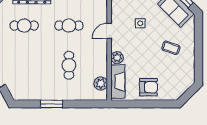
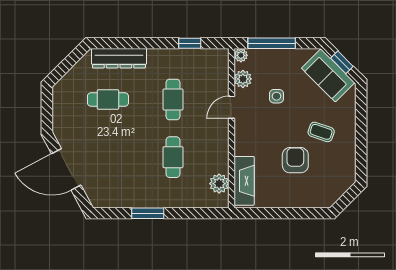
cafe table: (69, 26) -> (173, 100), turned 90
plant: (117, 58) -> (243, 79), moved
armchair: (148, 87) -> (295, 160), moved, turned -90

